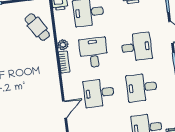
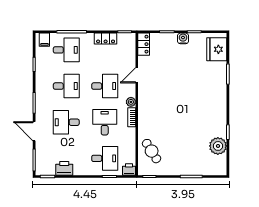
plant: (63, 45) -> (131, 102), moved
desk: (94, 53) -> (105, 122), turned 180

